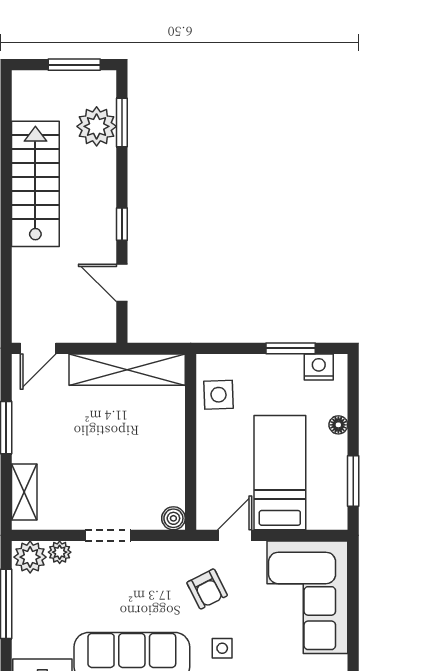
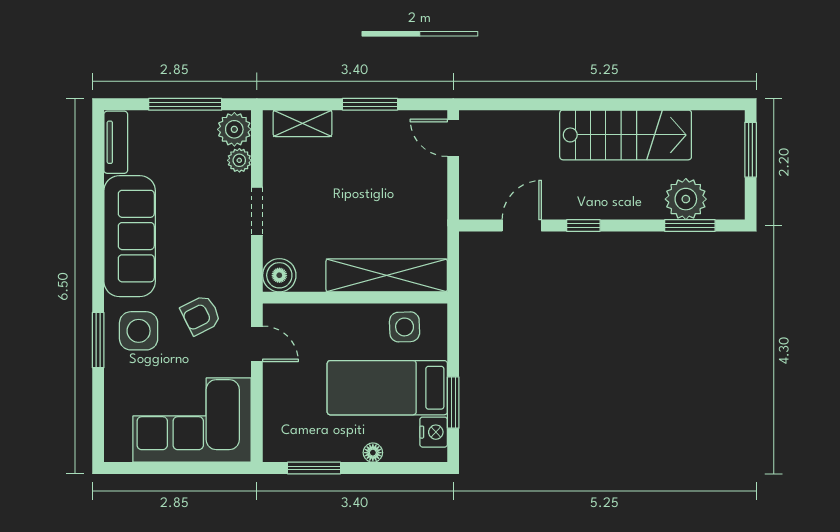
window: (74, 65) -> (751, 150), moved
shelving: (127, 370) -> (387, 275), moved, turned 90
bed: (280, 473) -> (387, 388), moved, turned 180
boiler: (173, 518) -> (279, 275), width x1.36, depth x1.36
side table: (222, 648) -> (139, 331), width x1.87, depth x1.87

